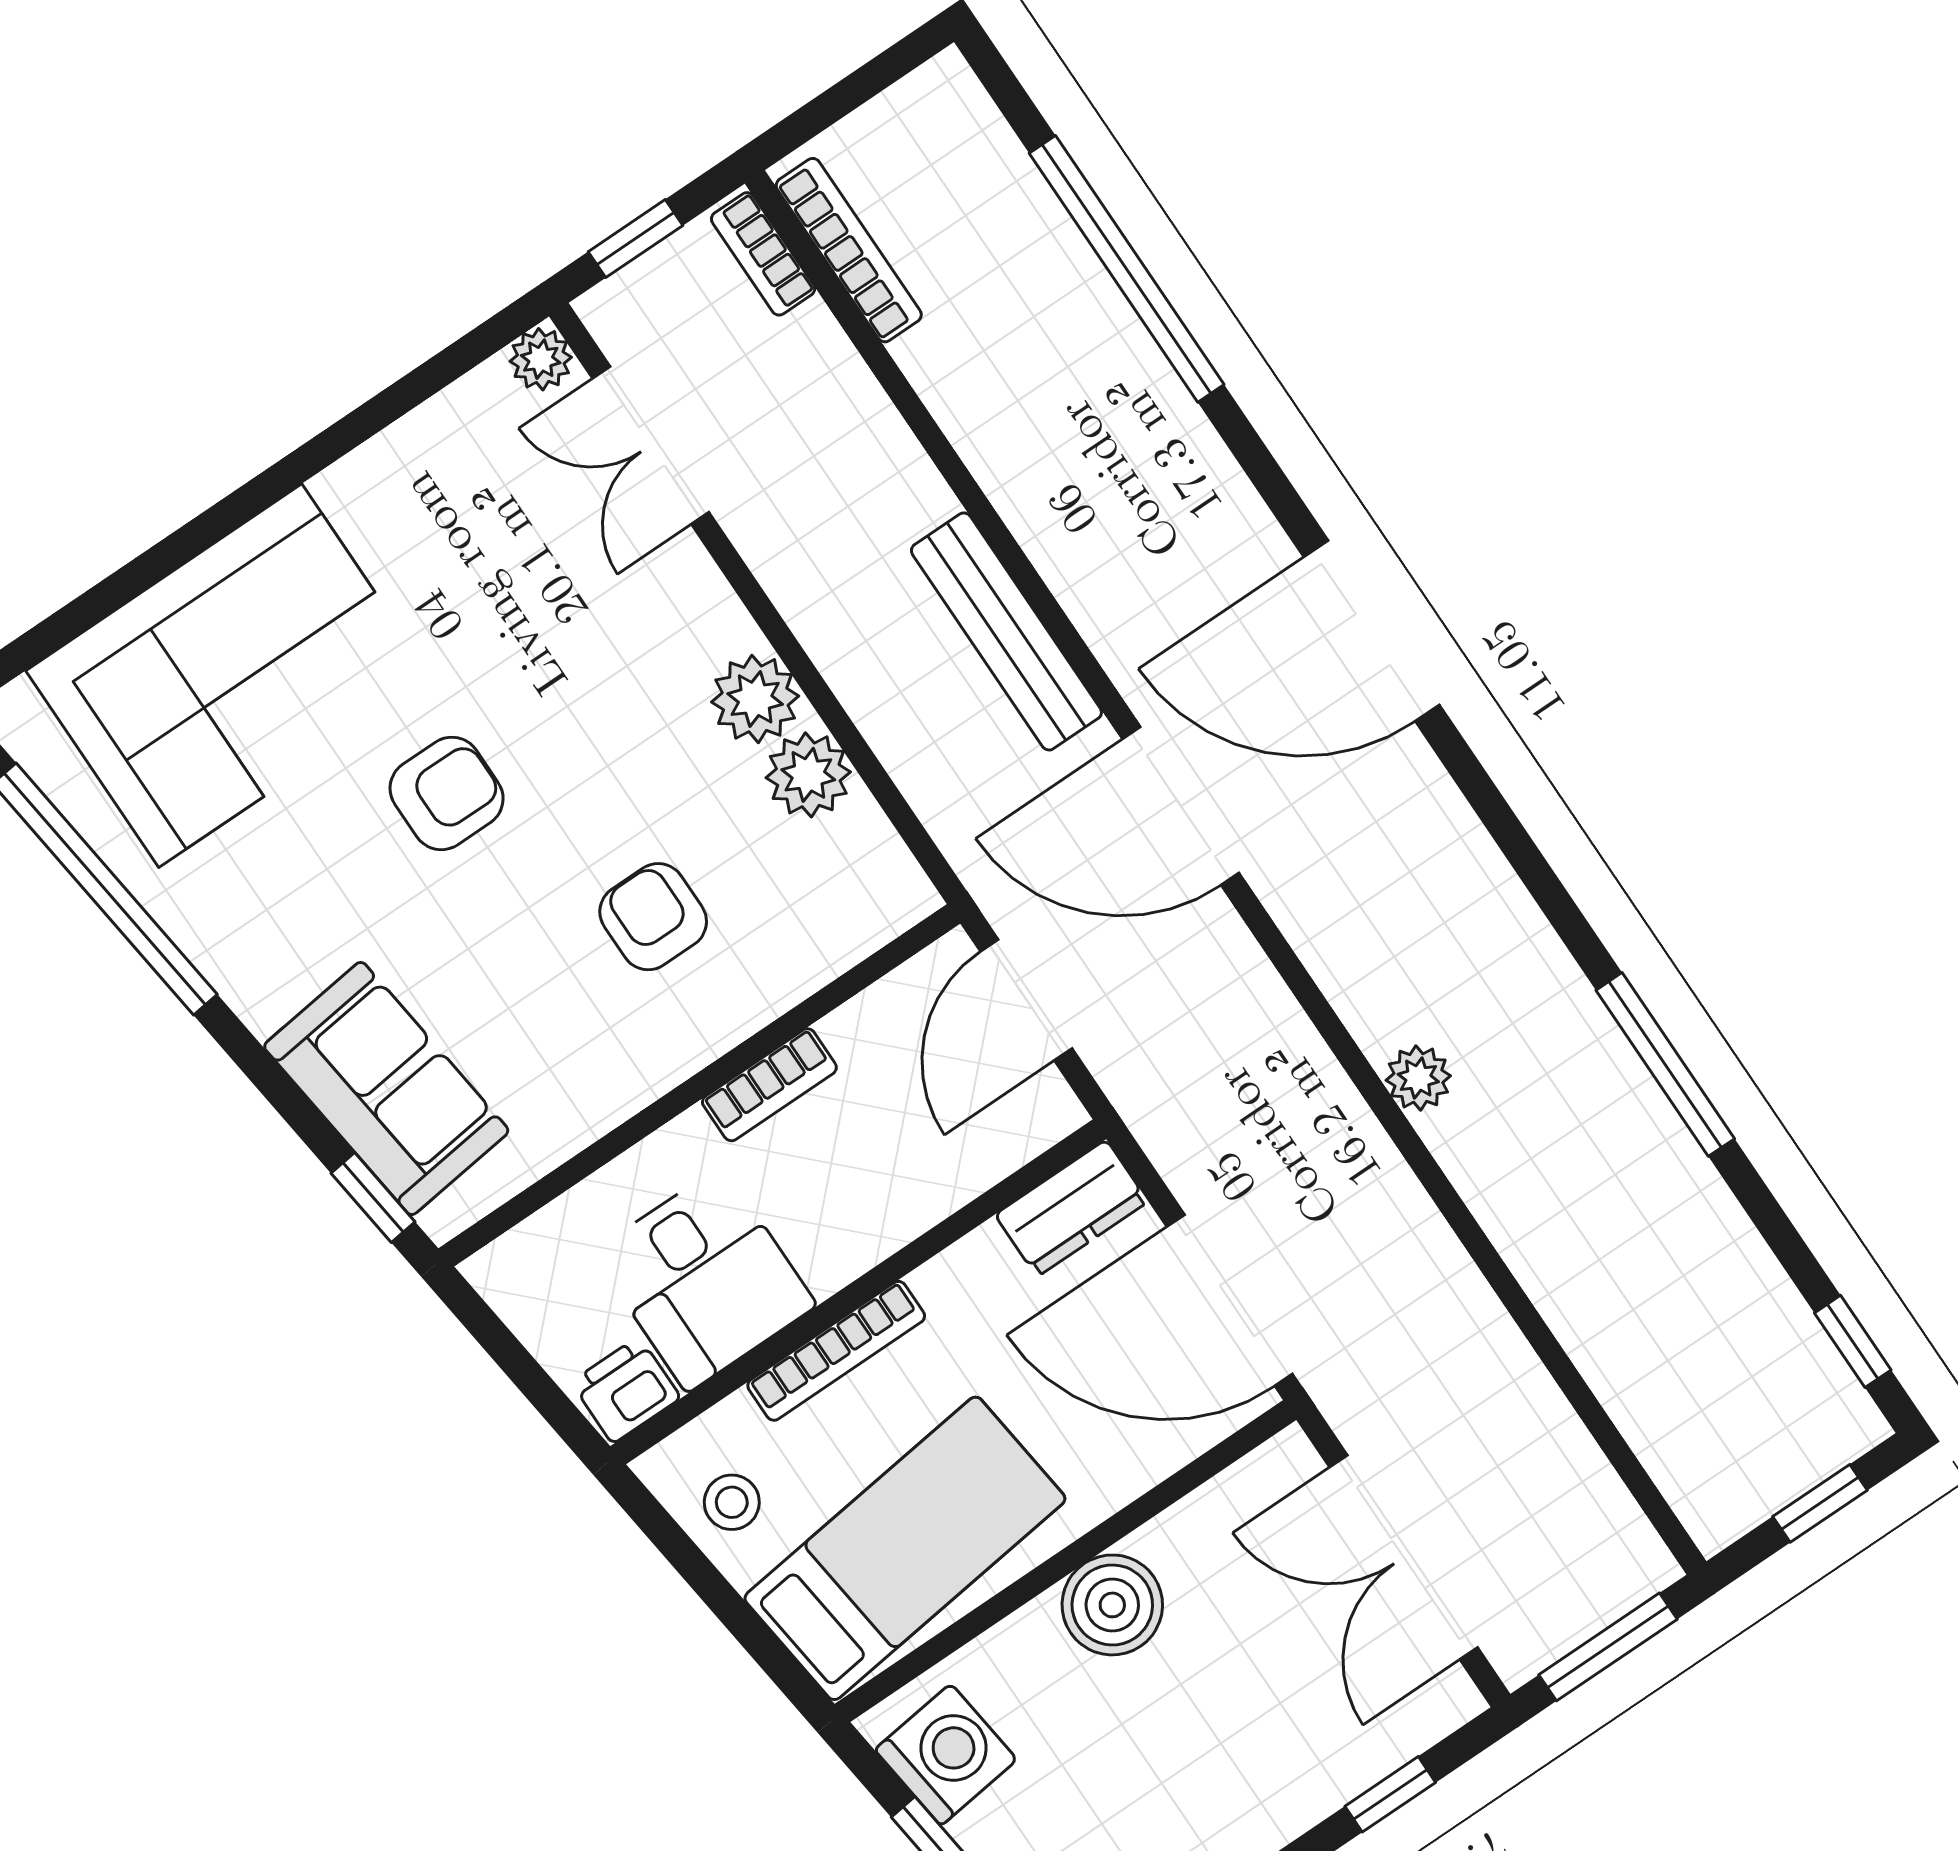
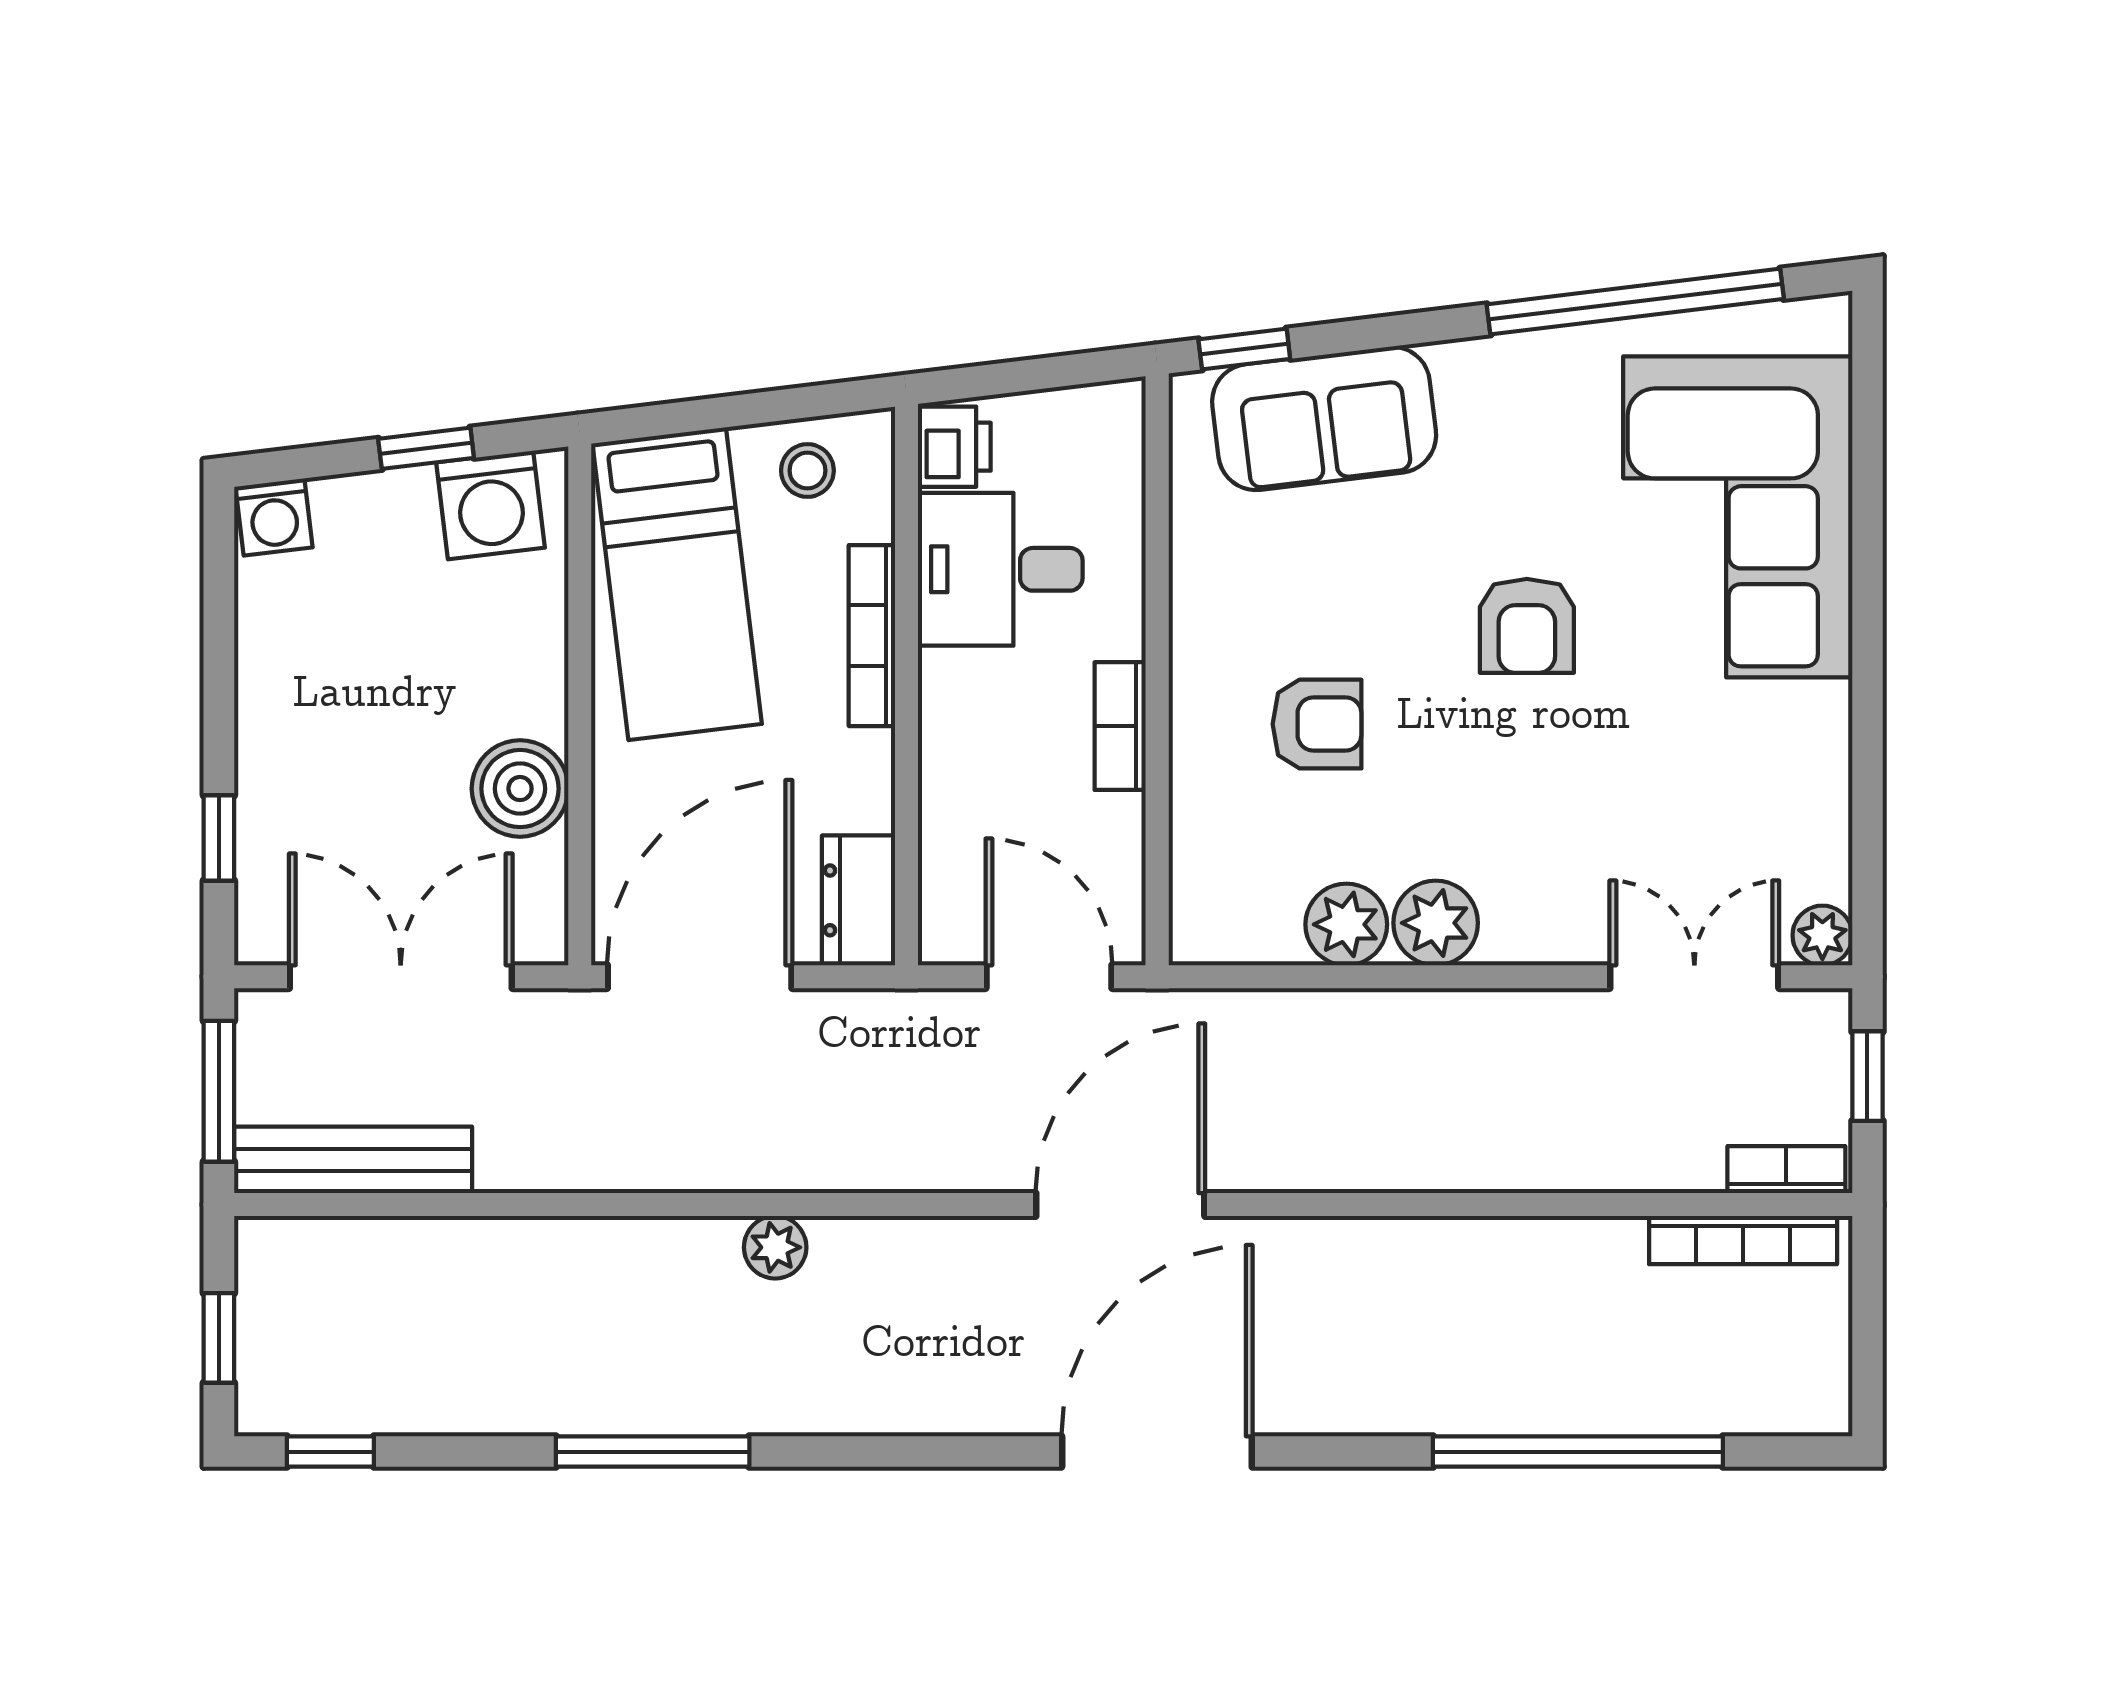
bench: (1006, 631) -> (353, 1160), moved
boiler: (1112, 1605) -> (520, 789), moved

